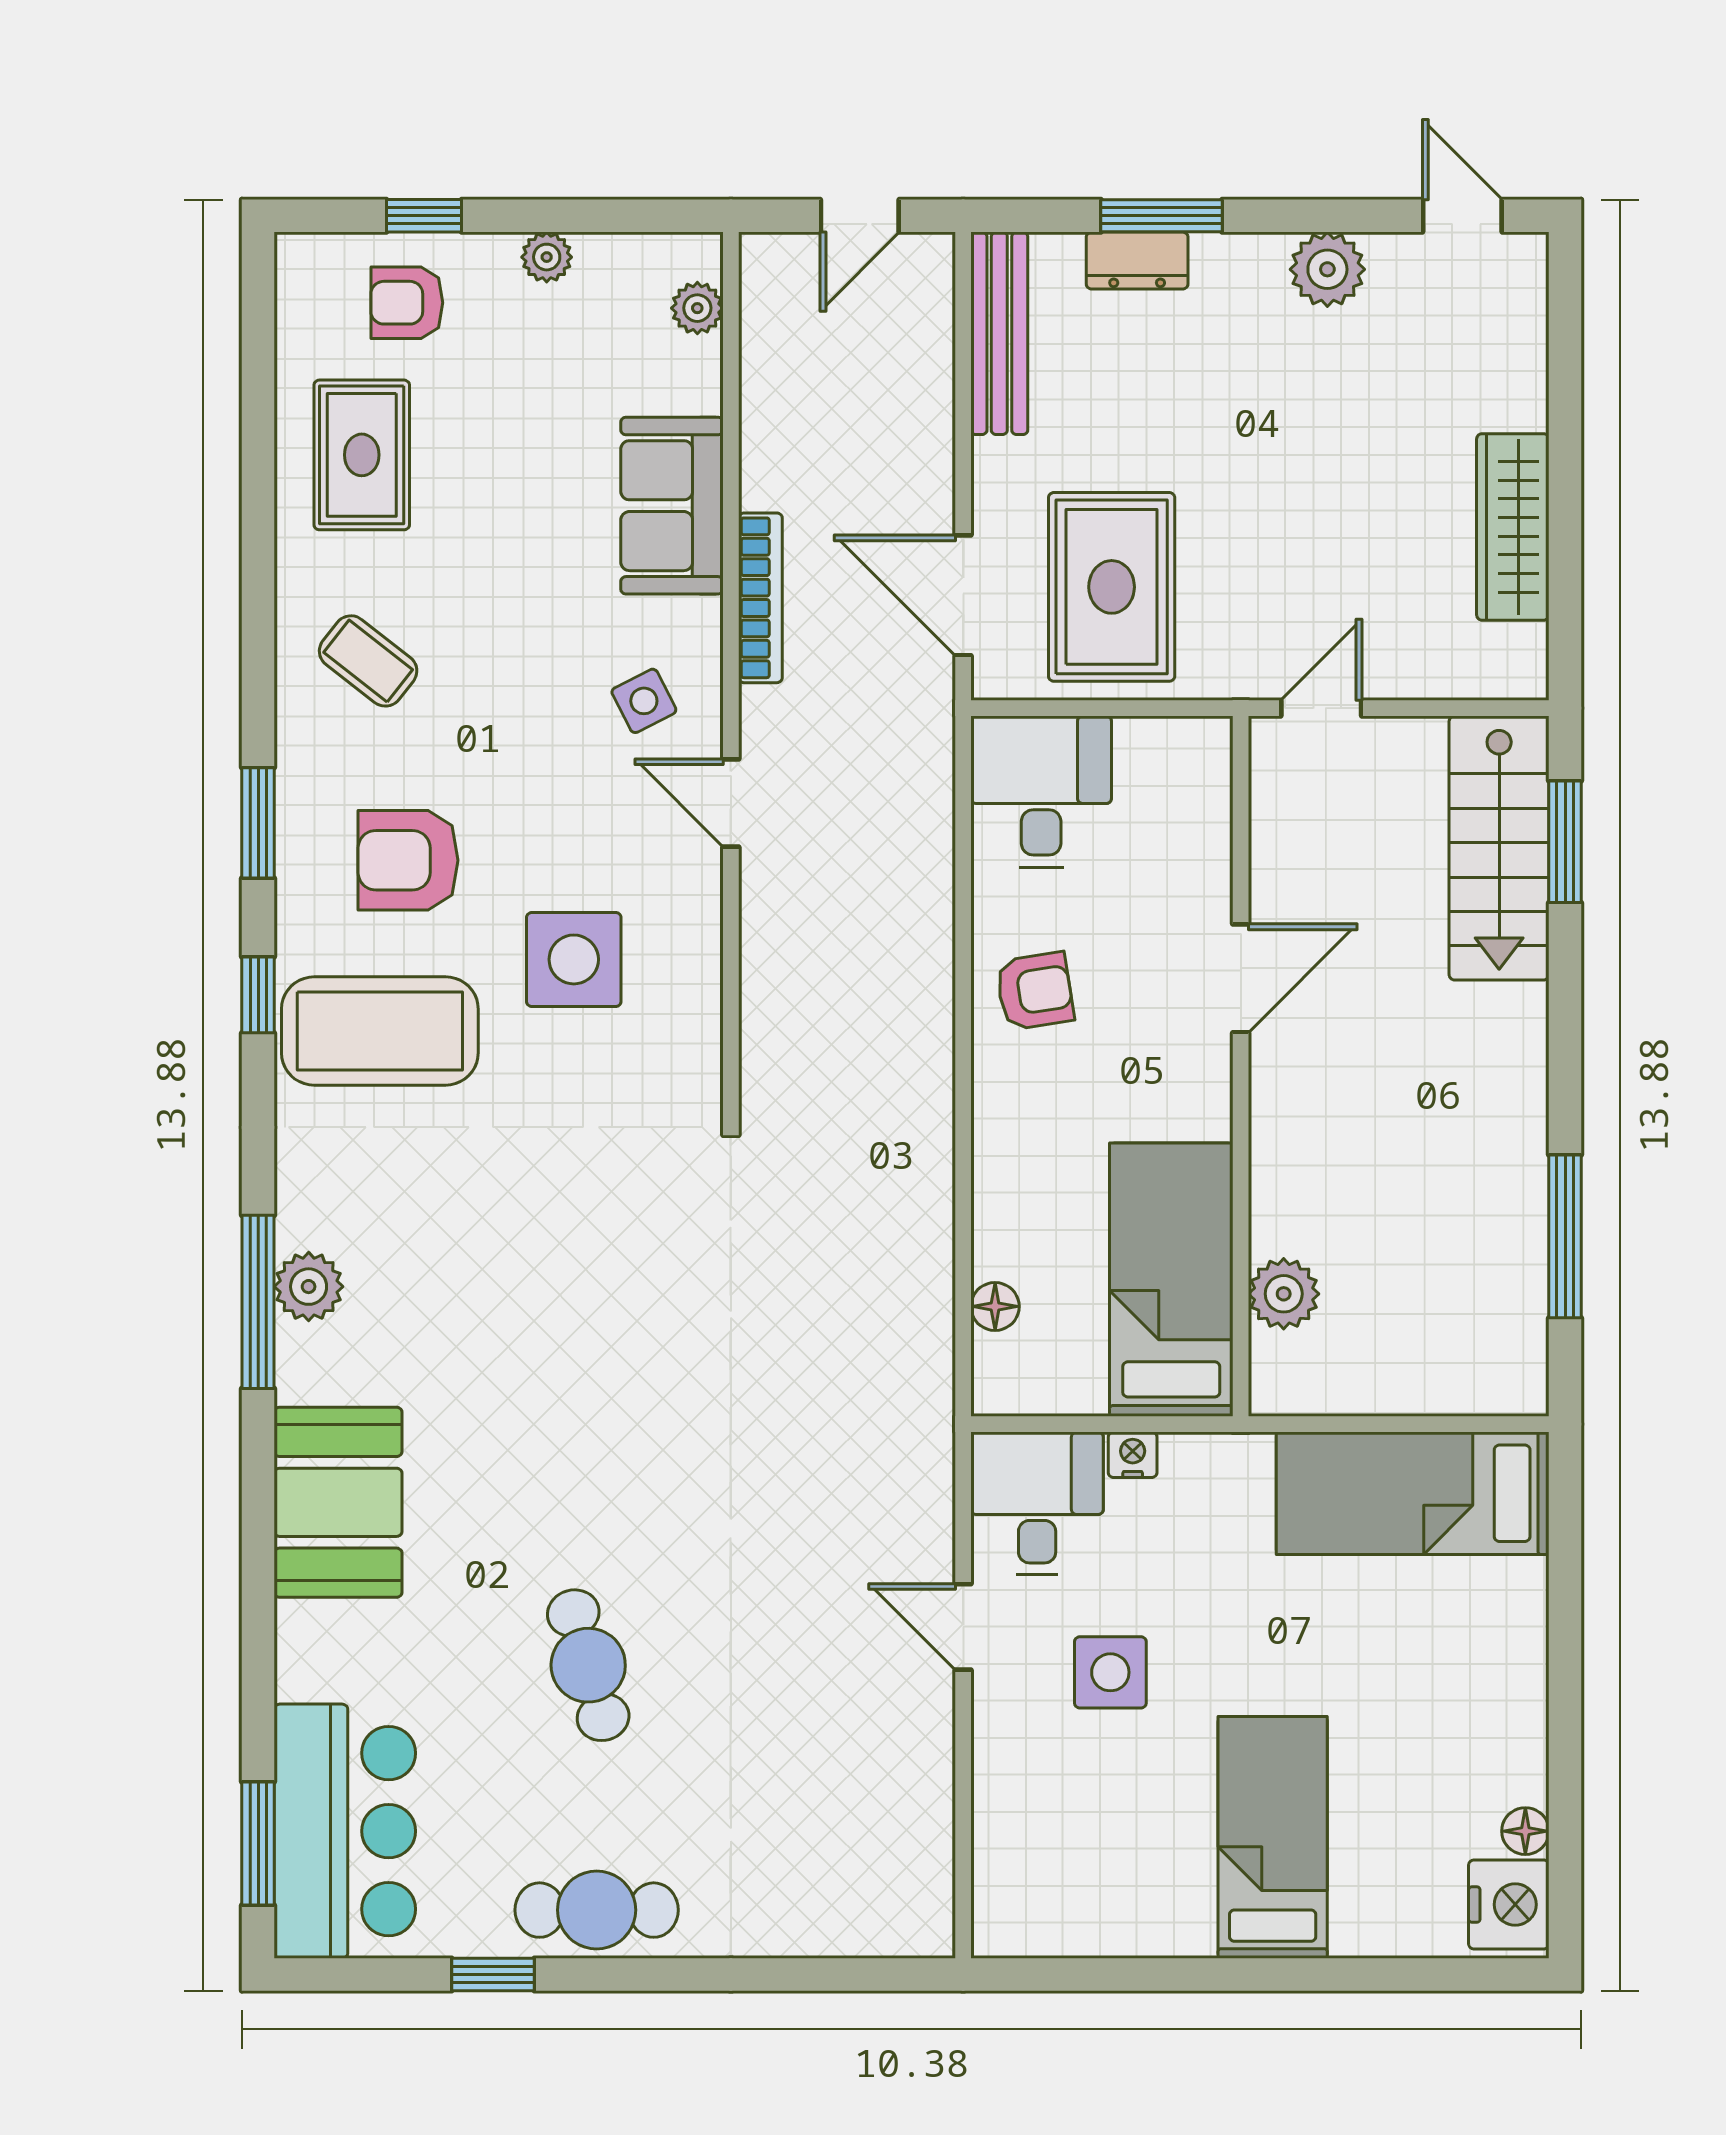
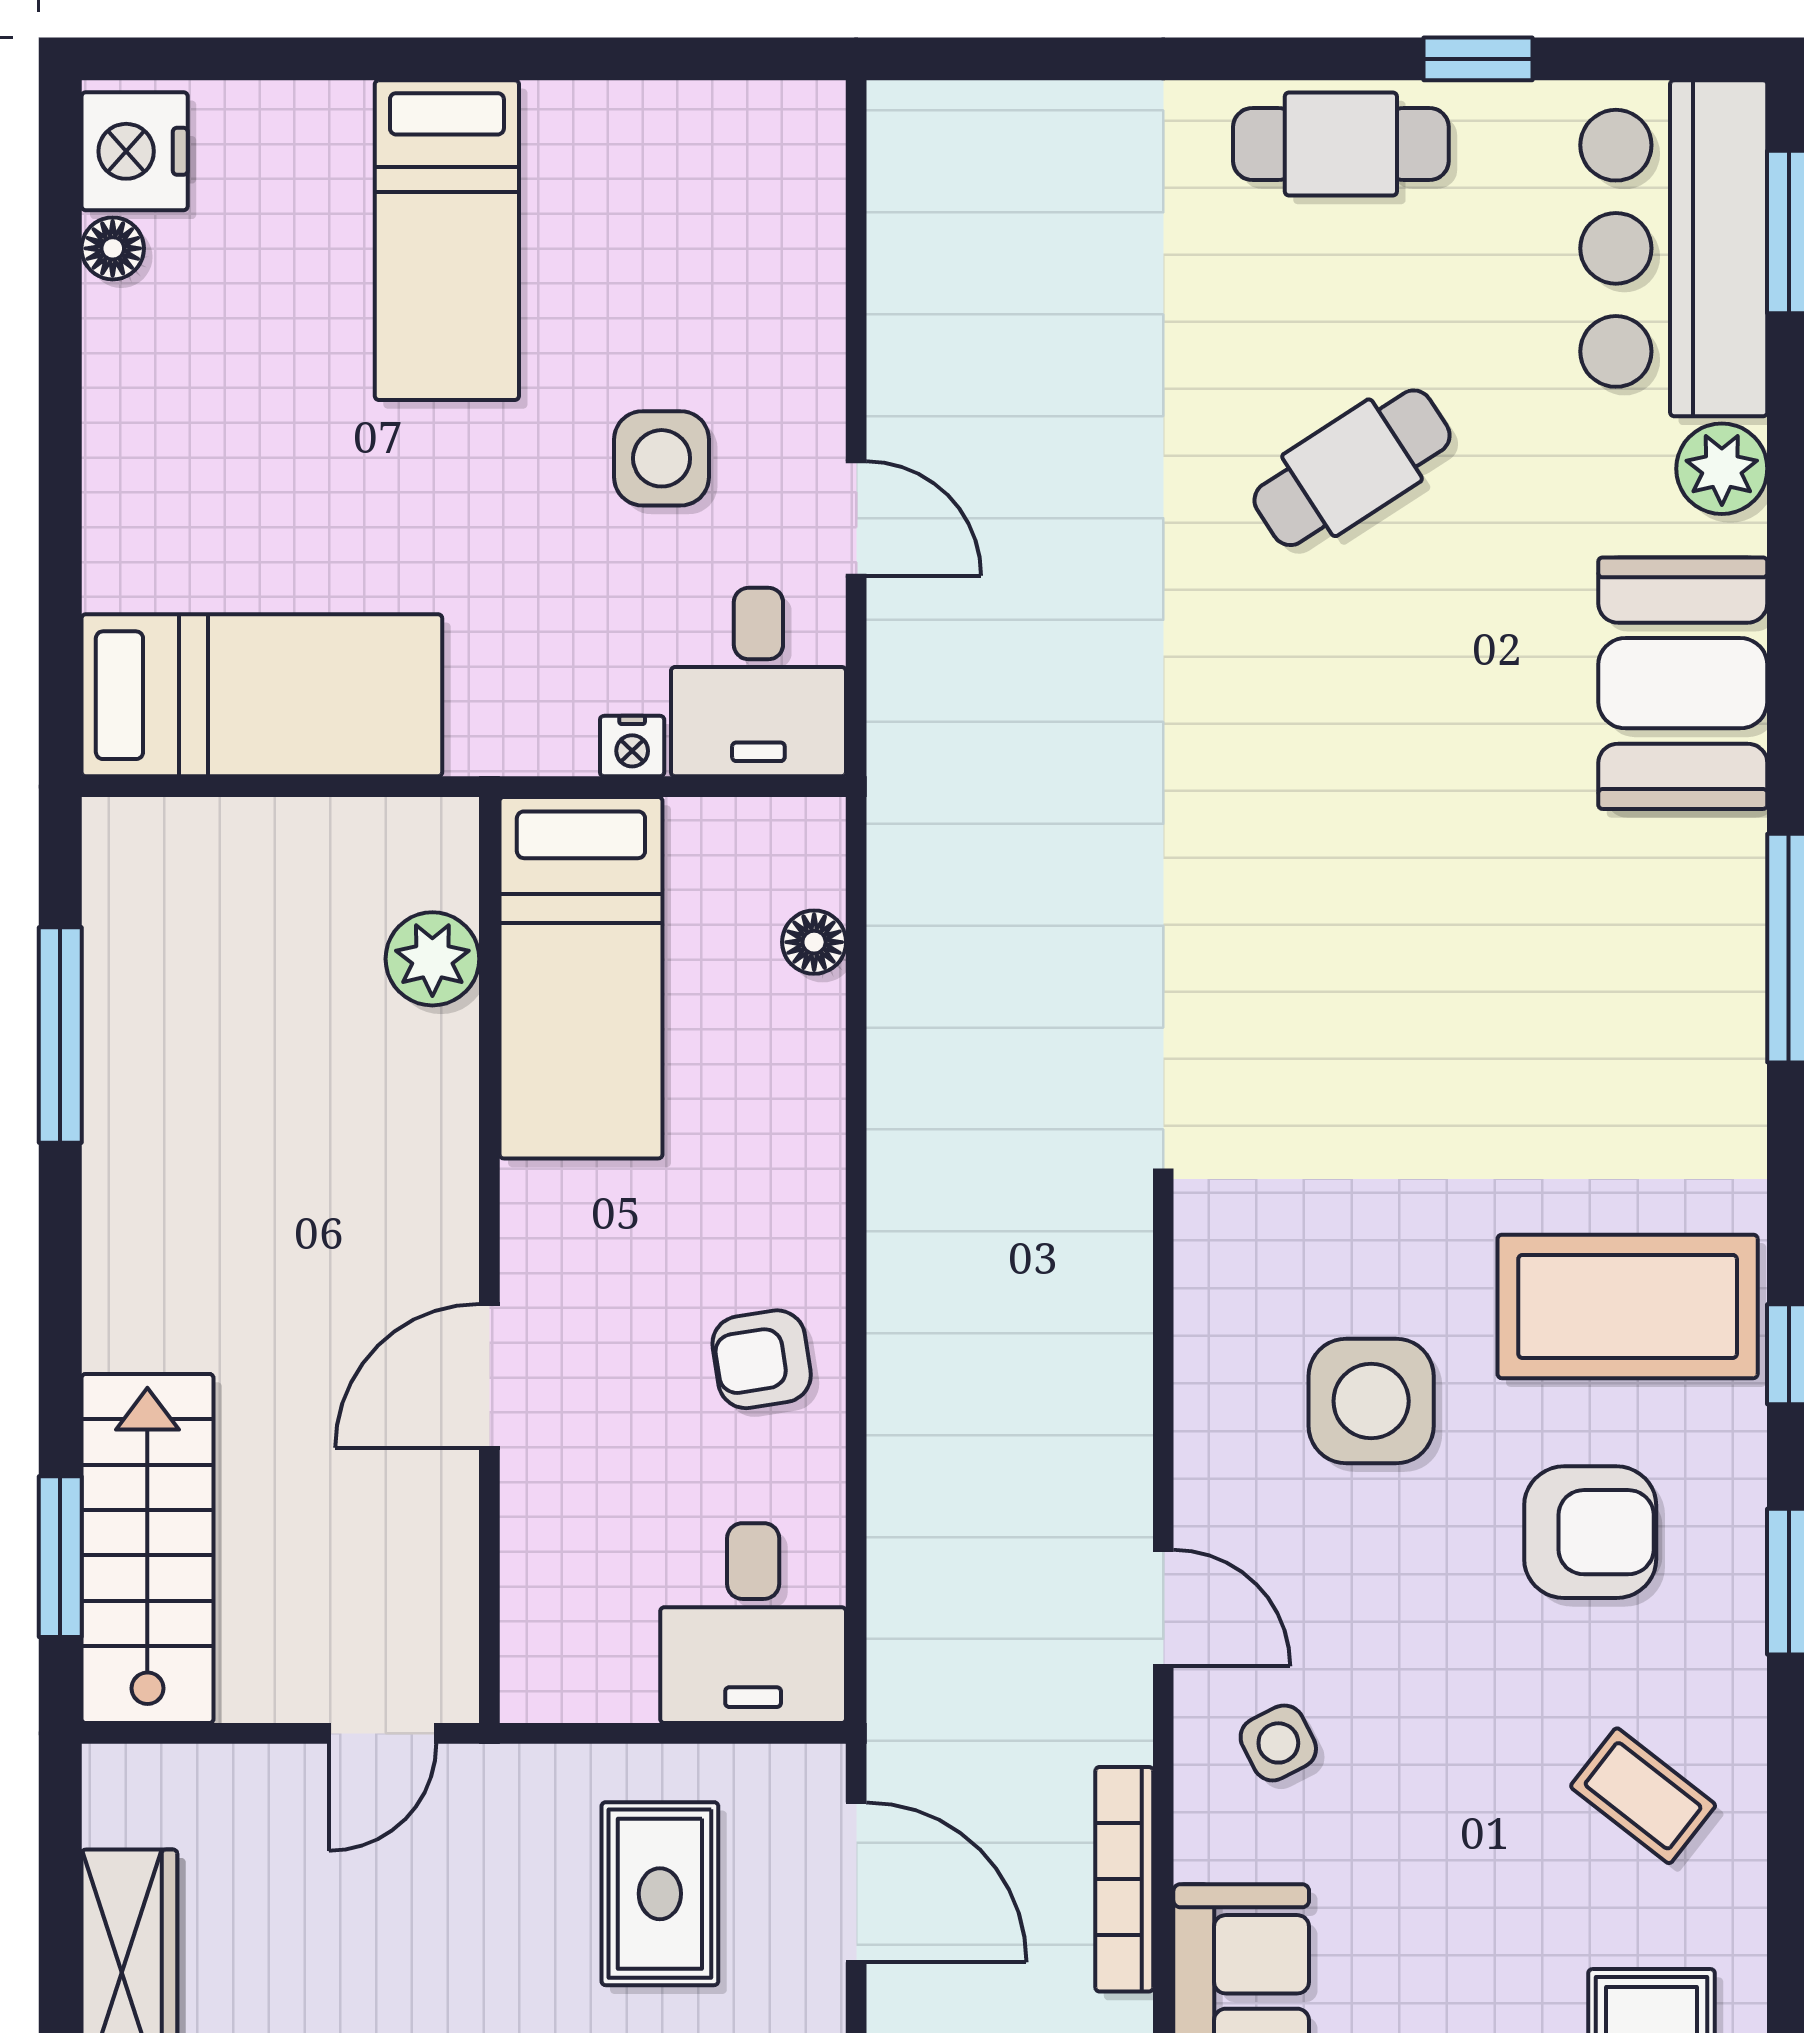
rug: (1112, 587) -> (660, 1894), width x0.73, depth x0.70
plant: (309, 1287) -> (1722, 469), moved
cafe table: (588, 1665) -> (1352, 468), turned 73

